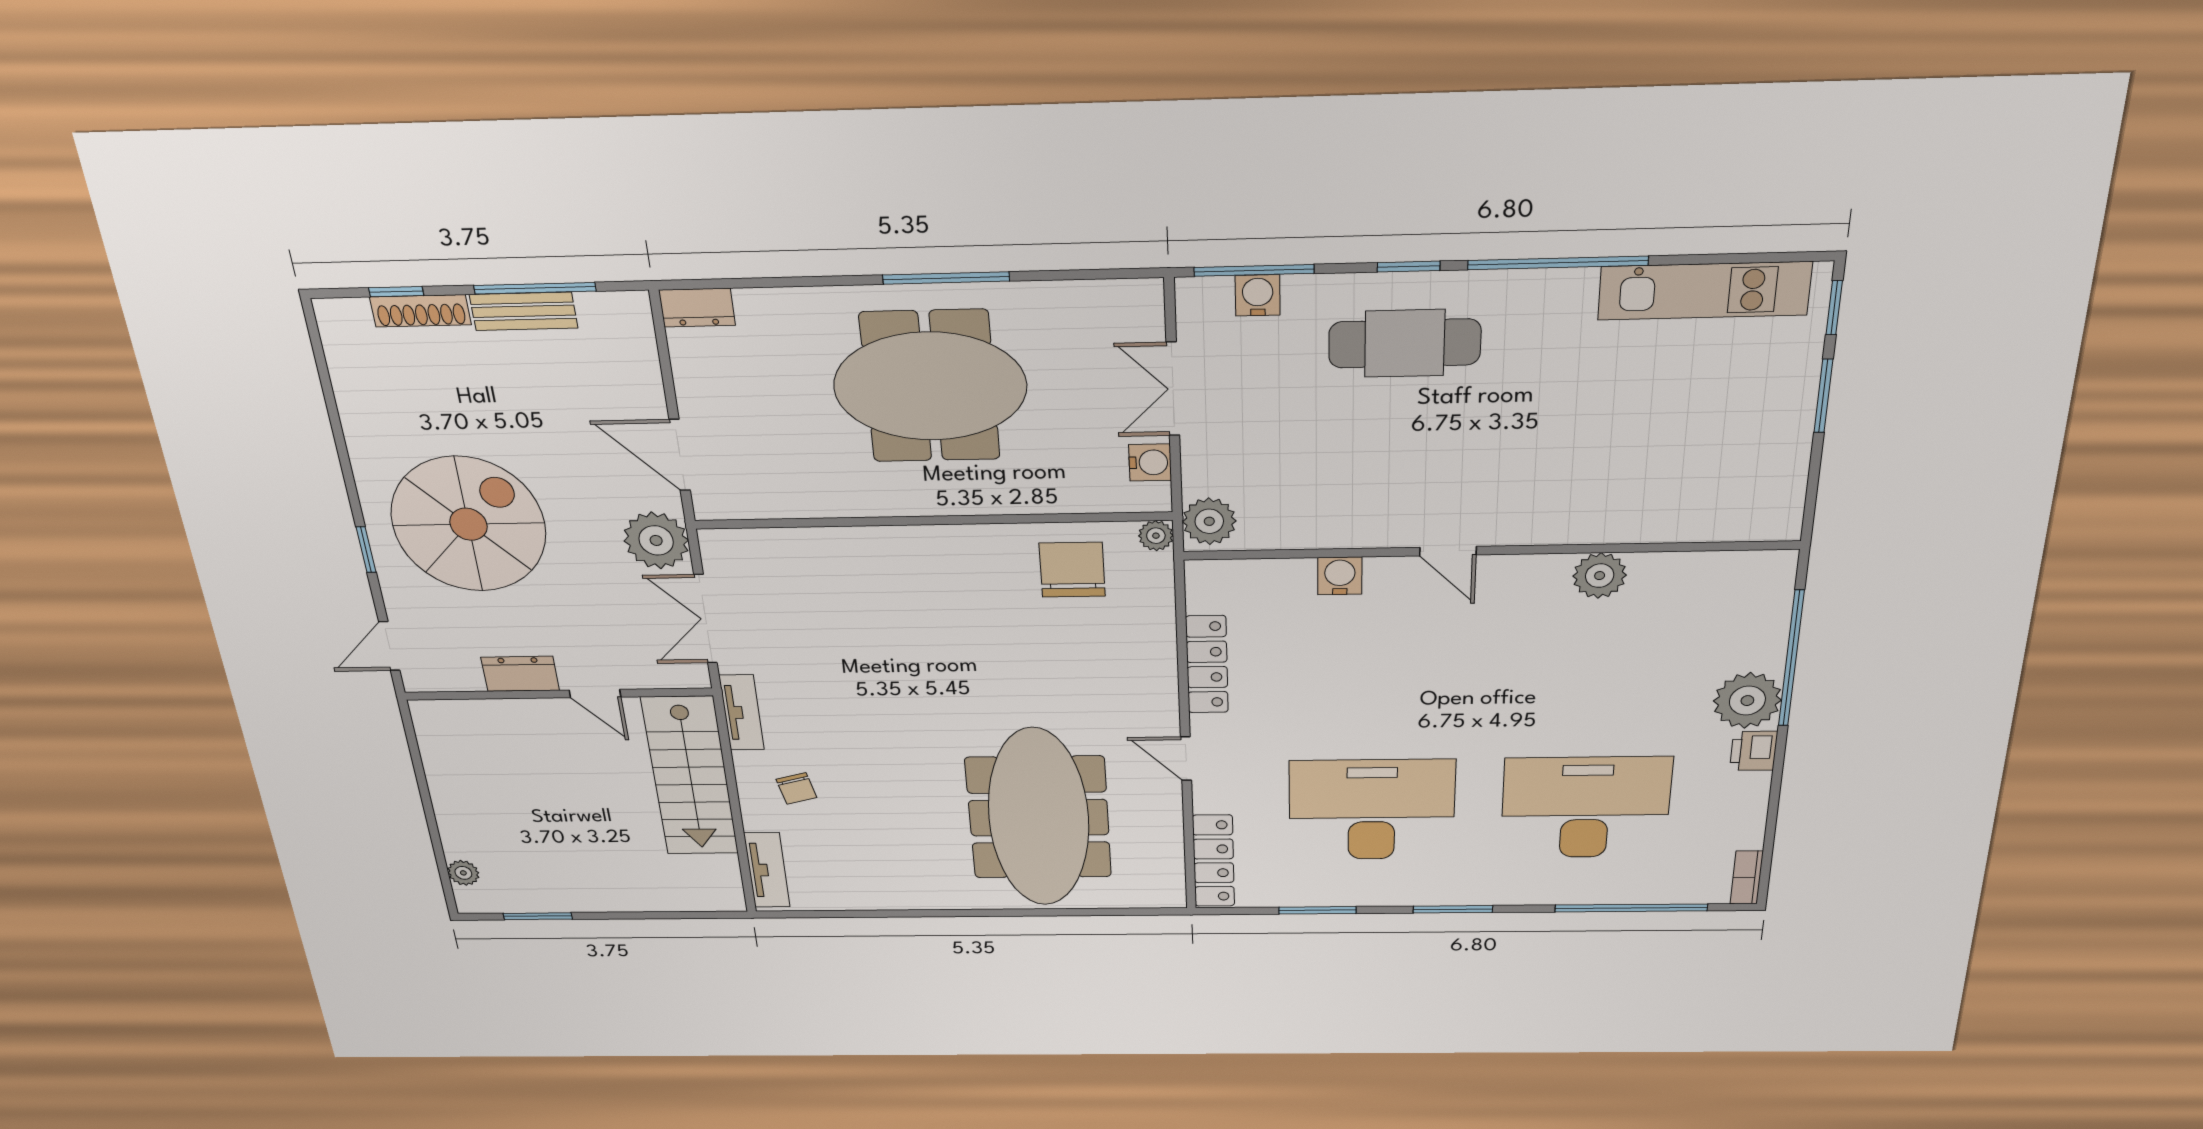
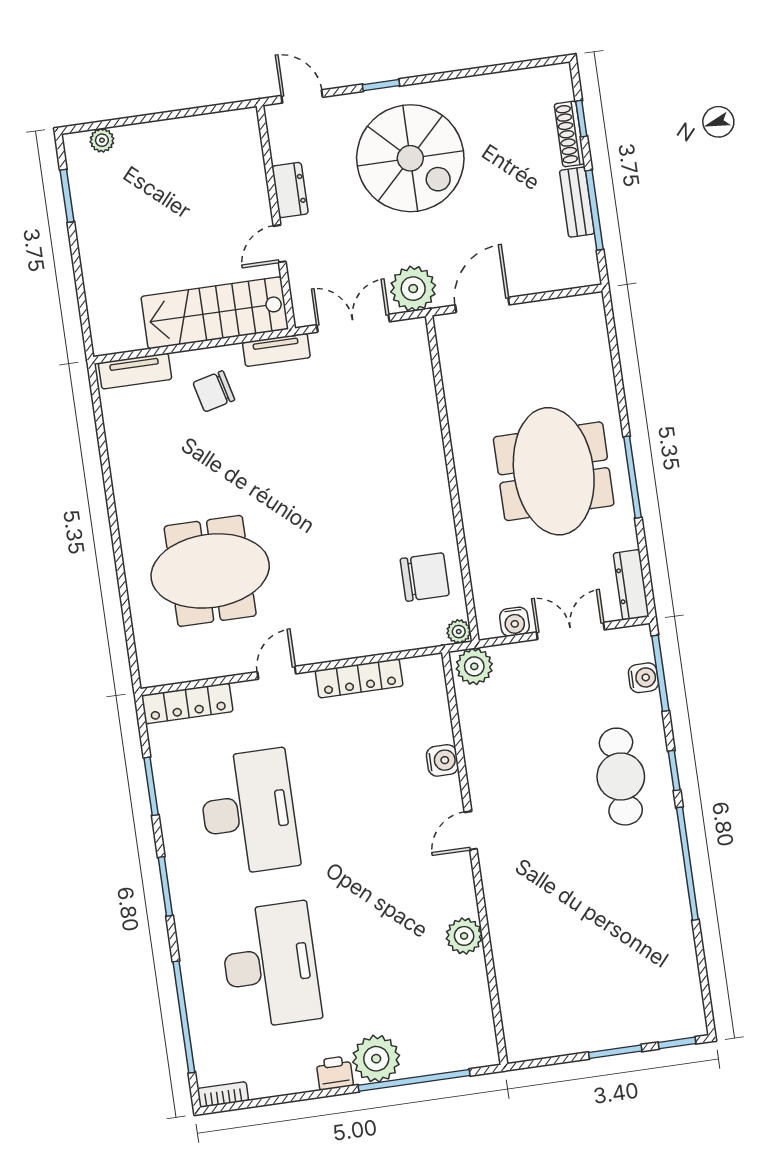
kitchen unit: (1704, 291) -> (679, 959), removed
dresser: (697, 308) -> (631, 585), moved, width x1.44
chair: (796, 788) -> (214, 391), width x1.37, depth x1.37
meeting table: (1039, 818) -> (210, 571), width x0.73

